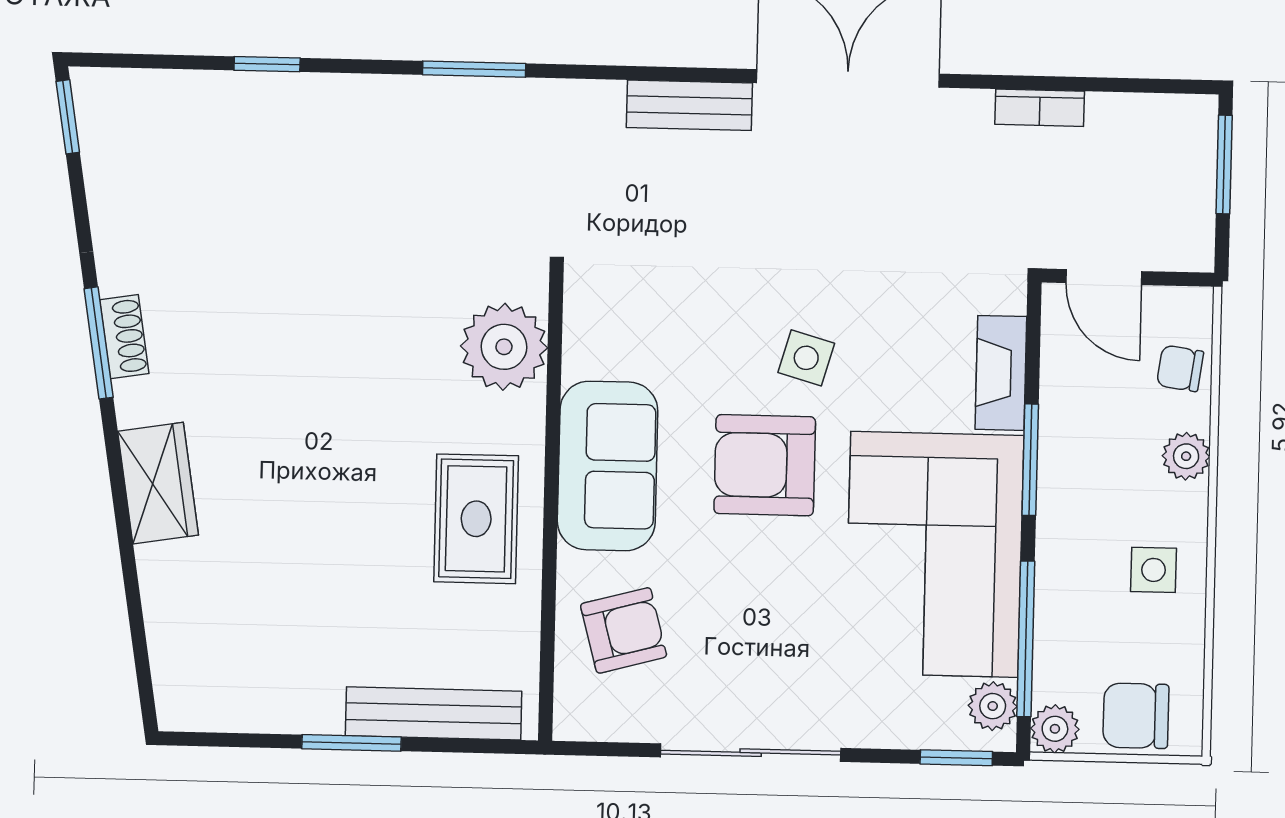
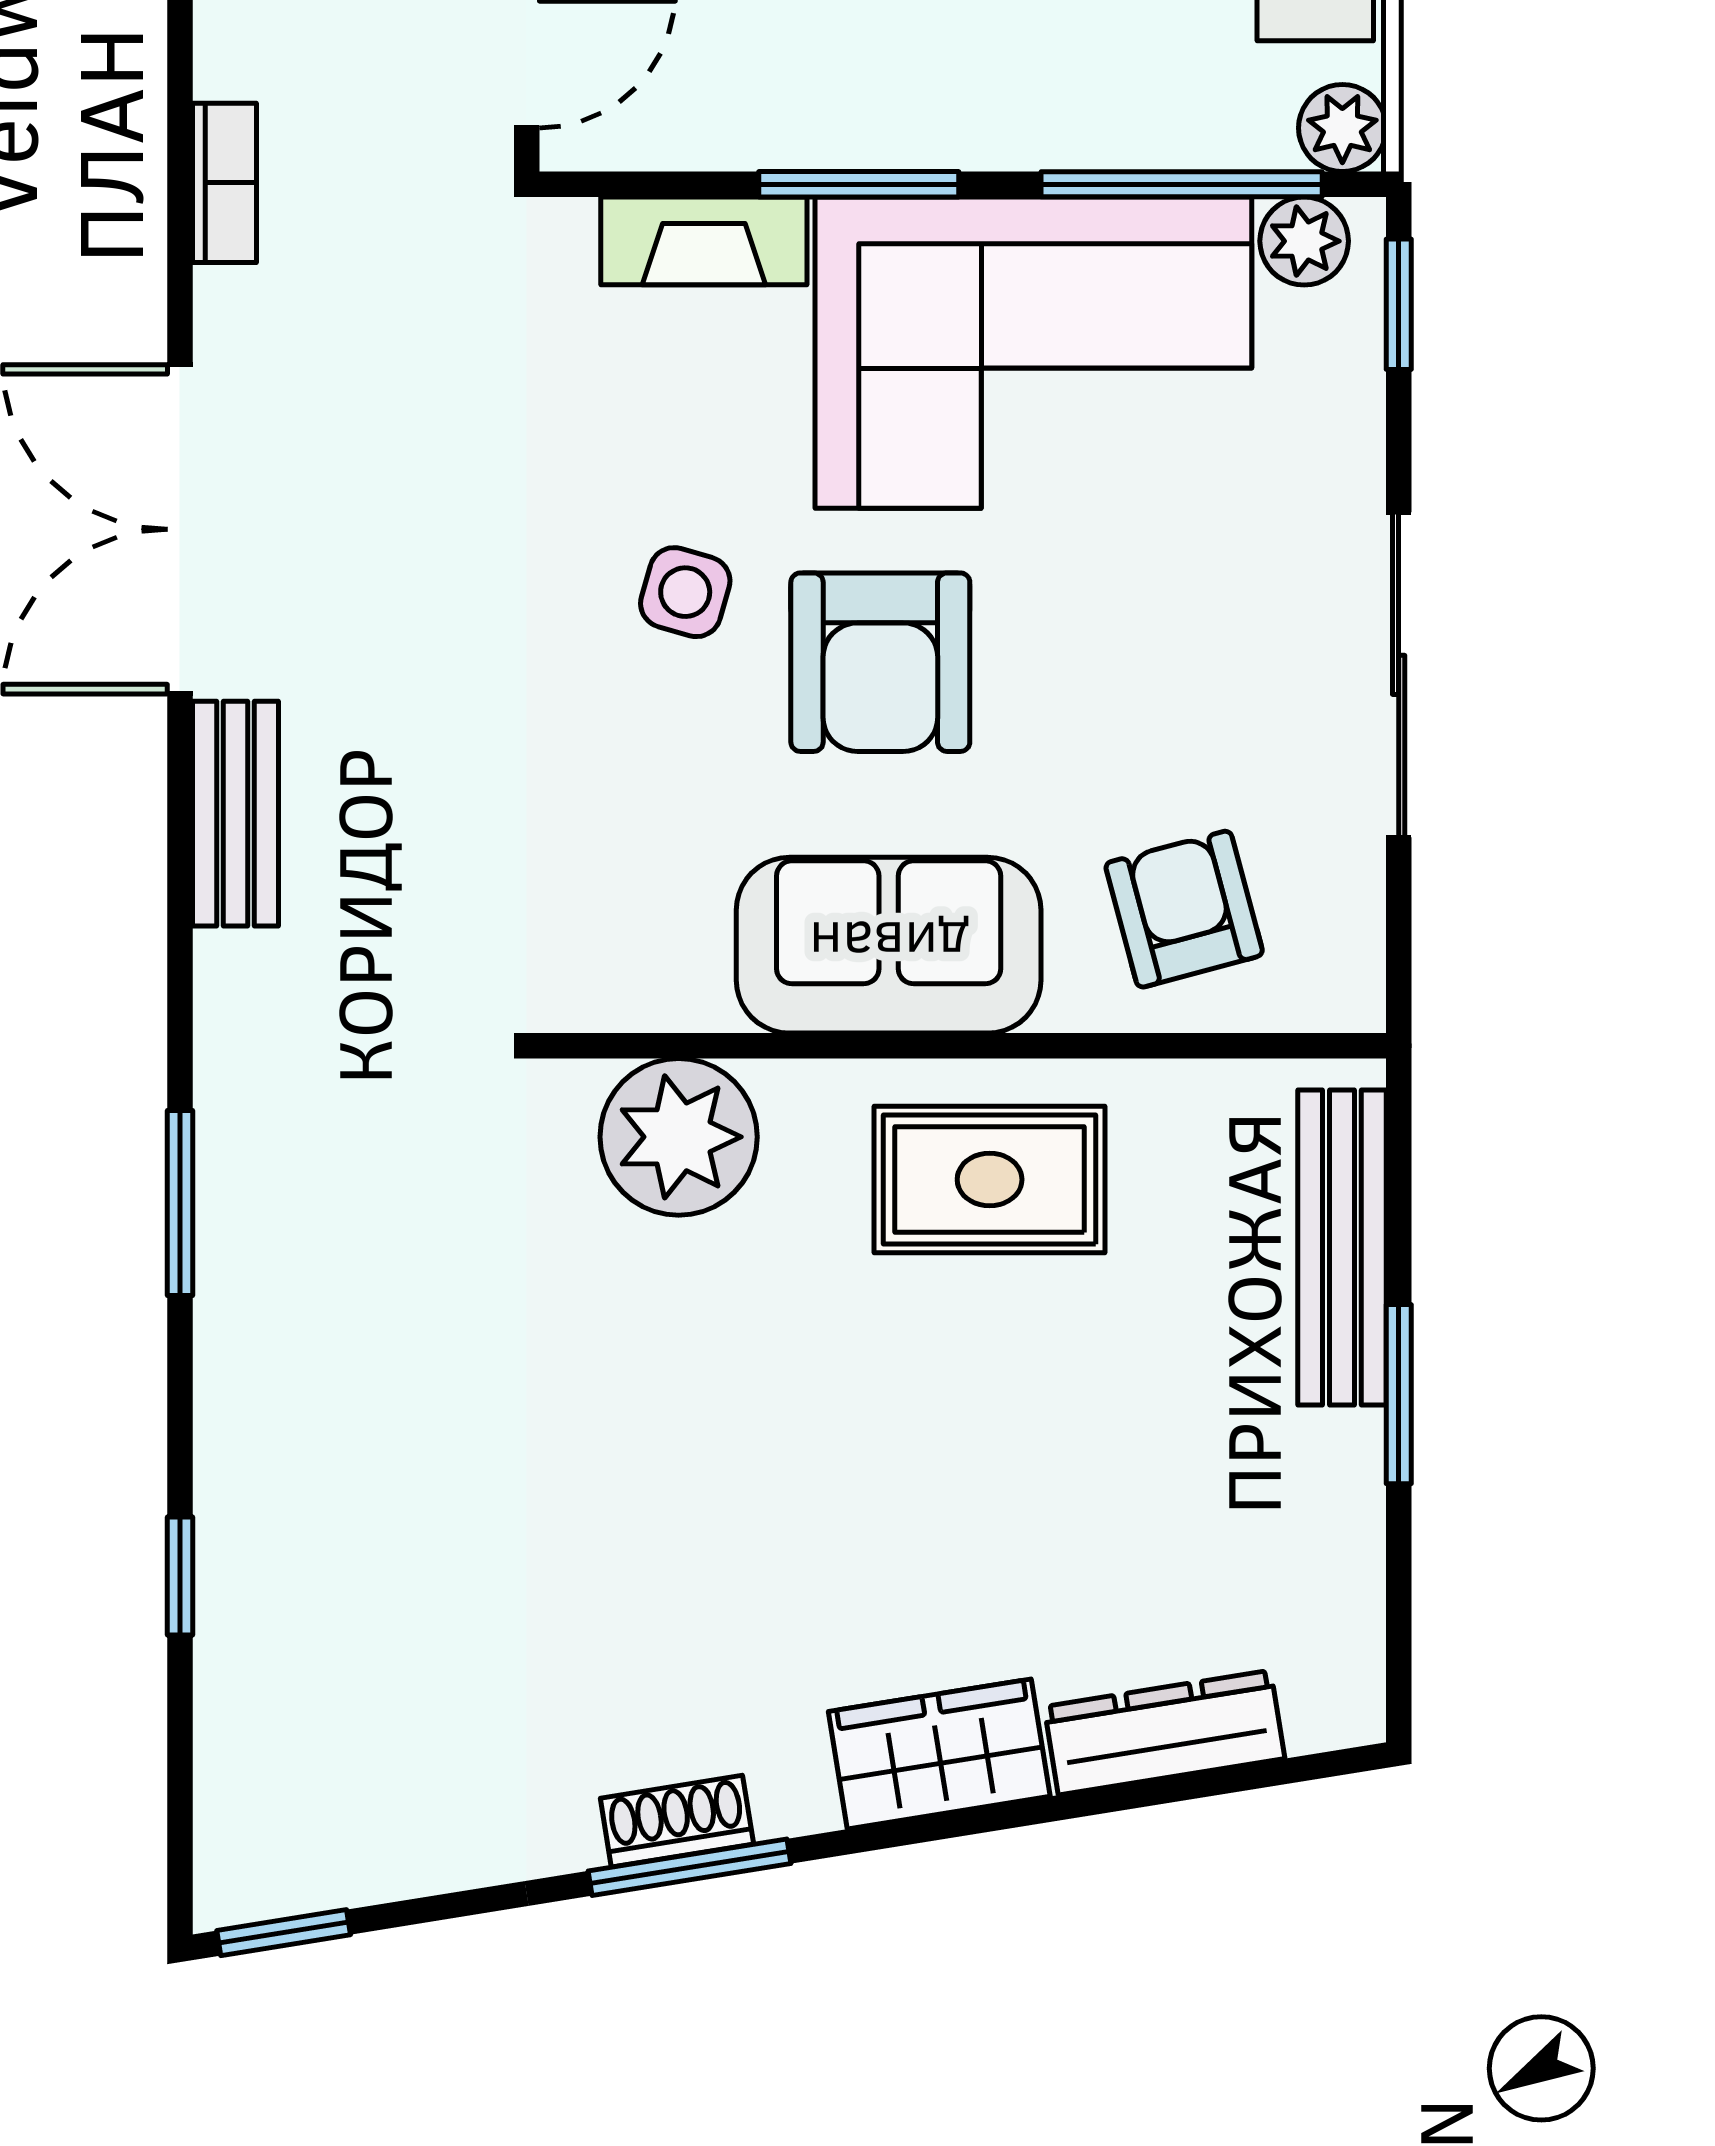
dresser: (167, 608) -> (1165, 1733), added

